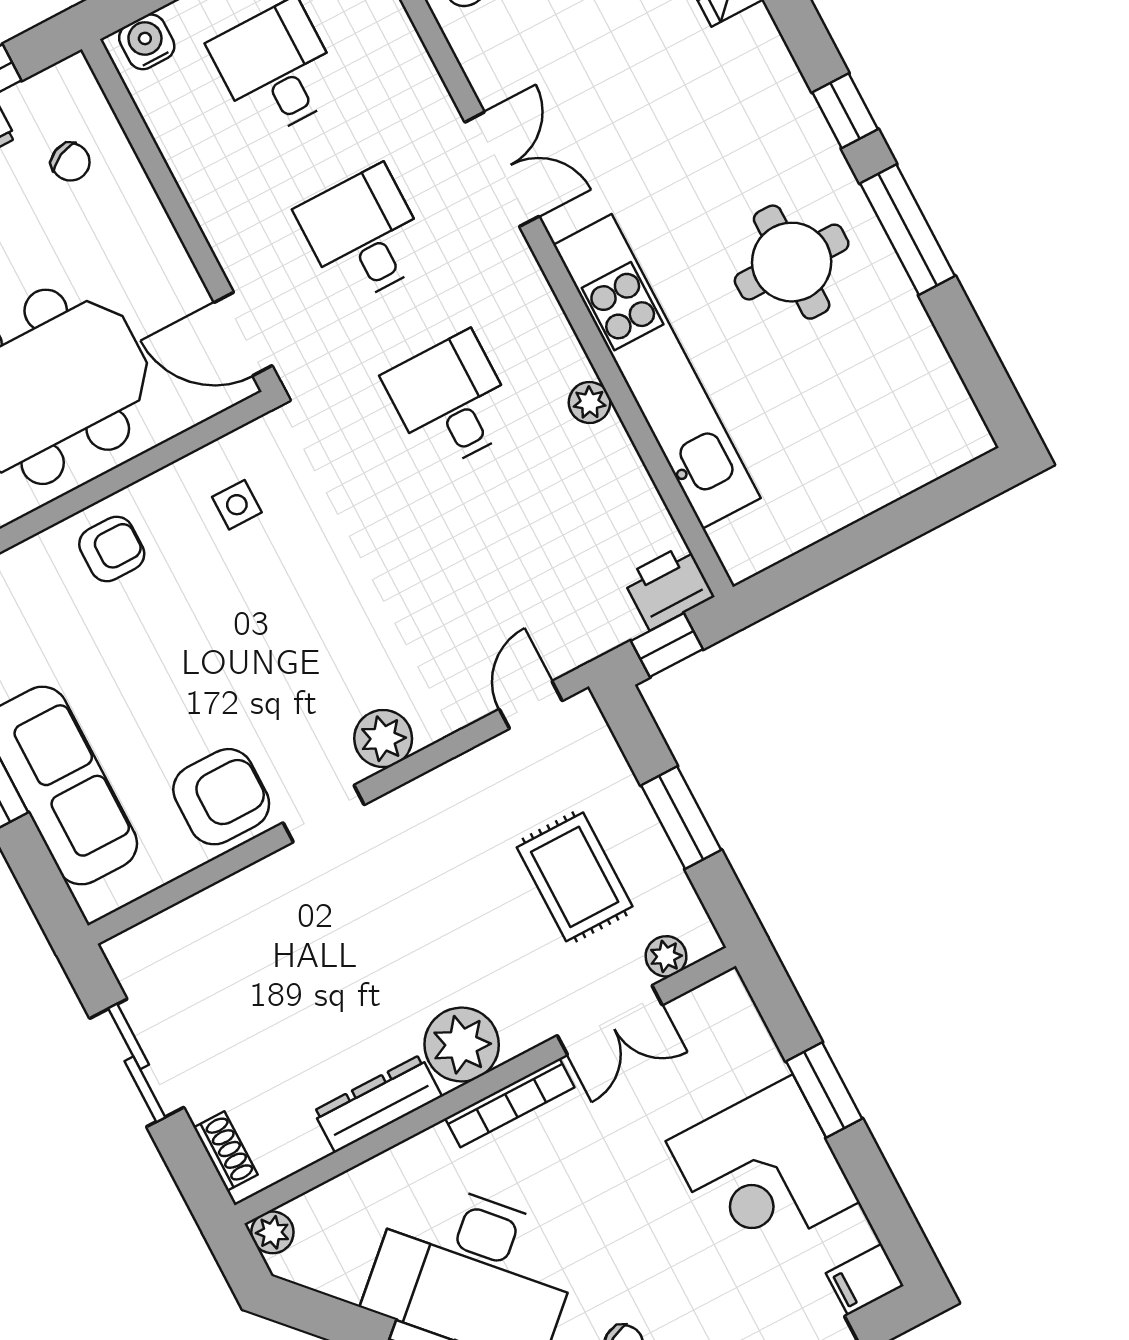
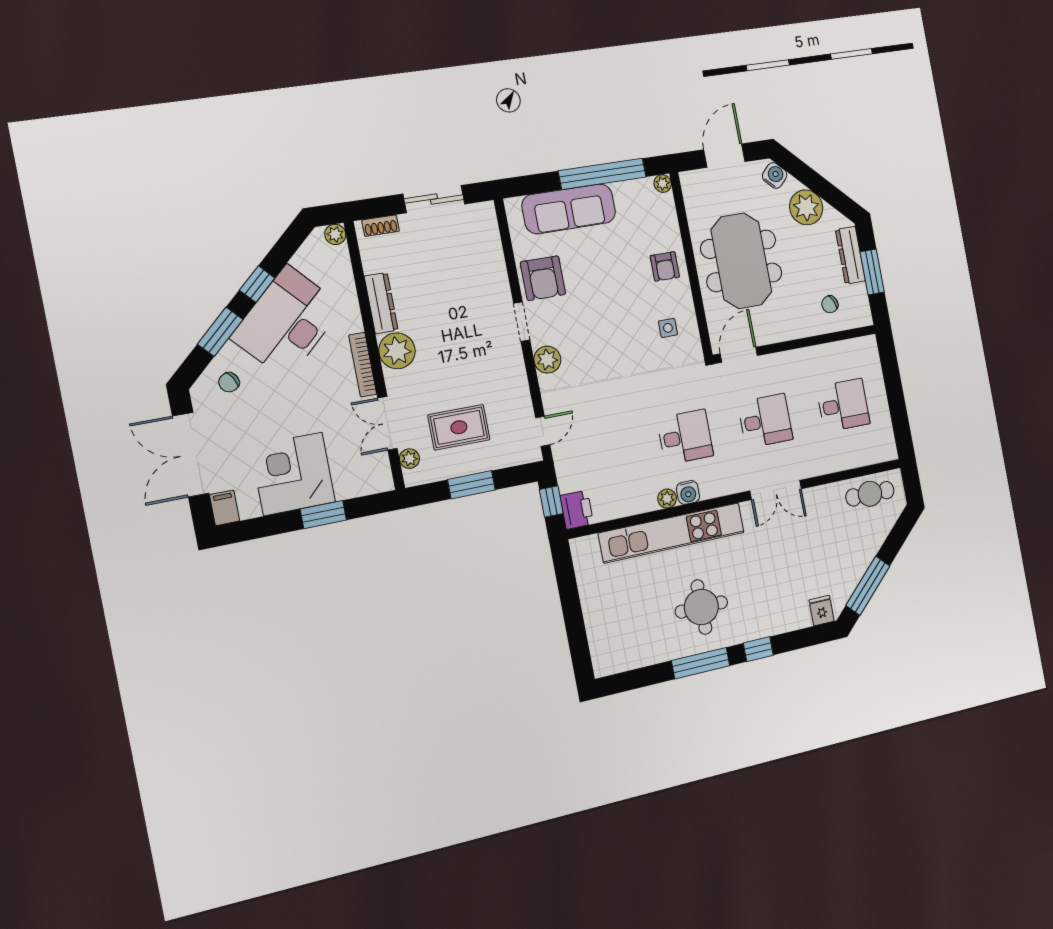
water cooler: (147, 42) -> (688, 492), moved, turned 90
door: (531, 705) -> (543, 431), hinge flipped

